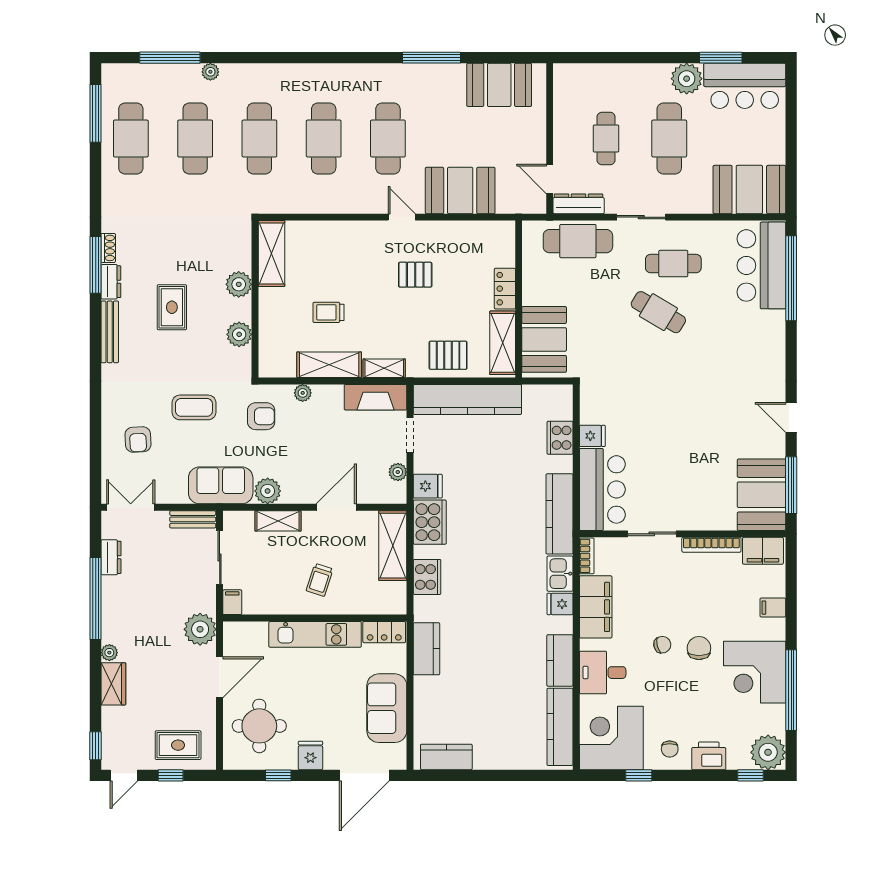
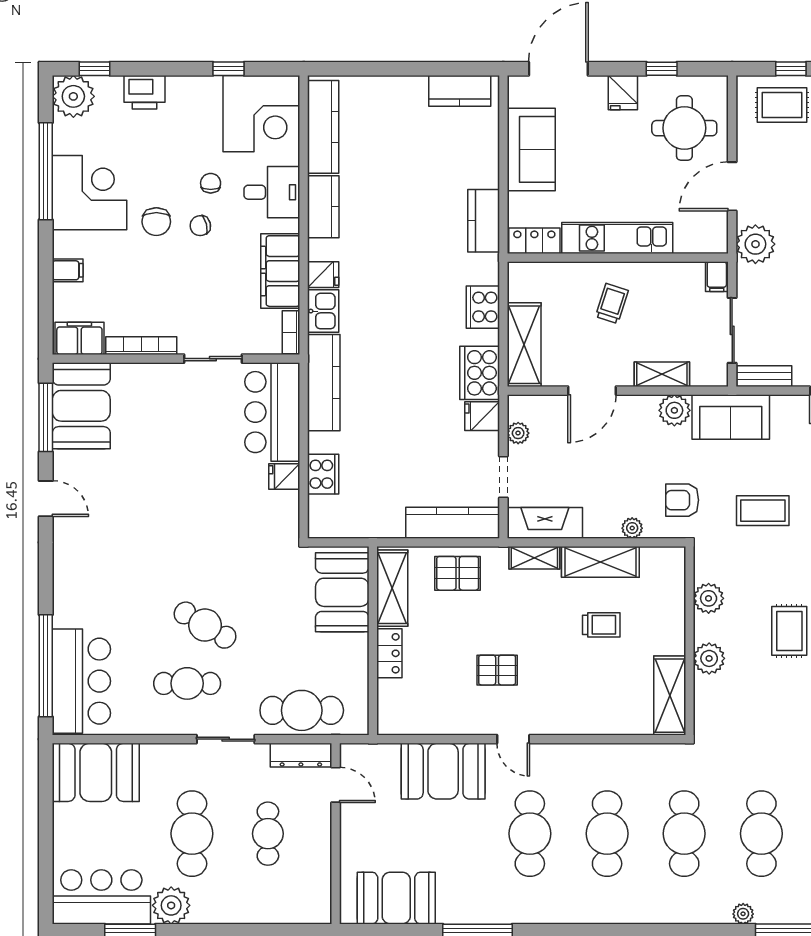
kitchen counter: (467, 399) -> (453, 523), width x0.72, depth x0.86
chair: (670, 749) -> (211, 183), moved

